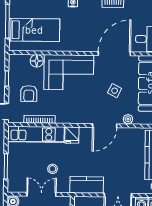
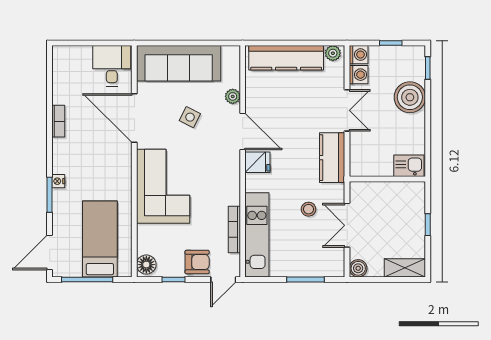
floor lamp: (37, 61) -> (146, 265), moved
armchair: (29, 94) -> (197, 262), moved
fridge: (72, 135) -> (257, 162), moved

